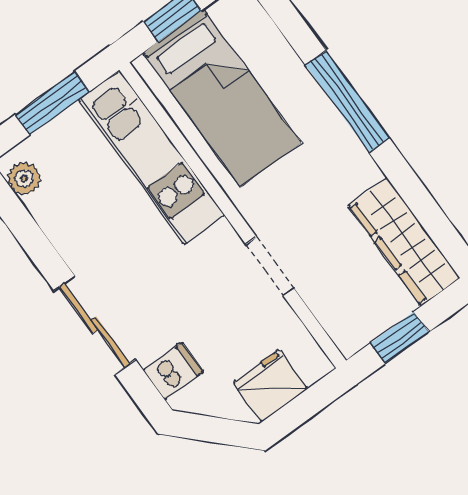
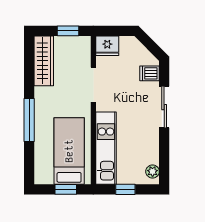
window: (52, 103) -> (125, 189), width x0.67
doorway: (270, 266) -> (93, 85), width x1.38
fridge: (270, 386) -> (107, 46), moved

